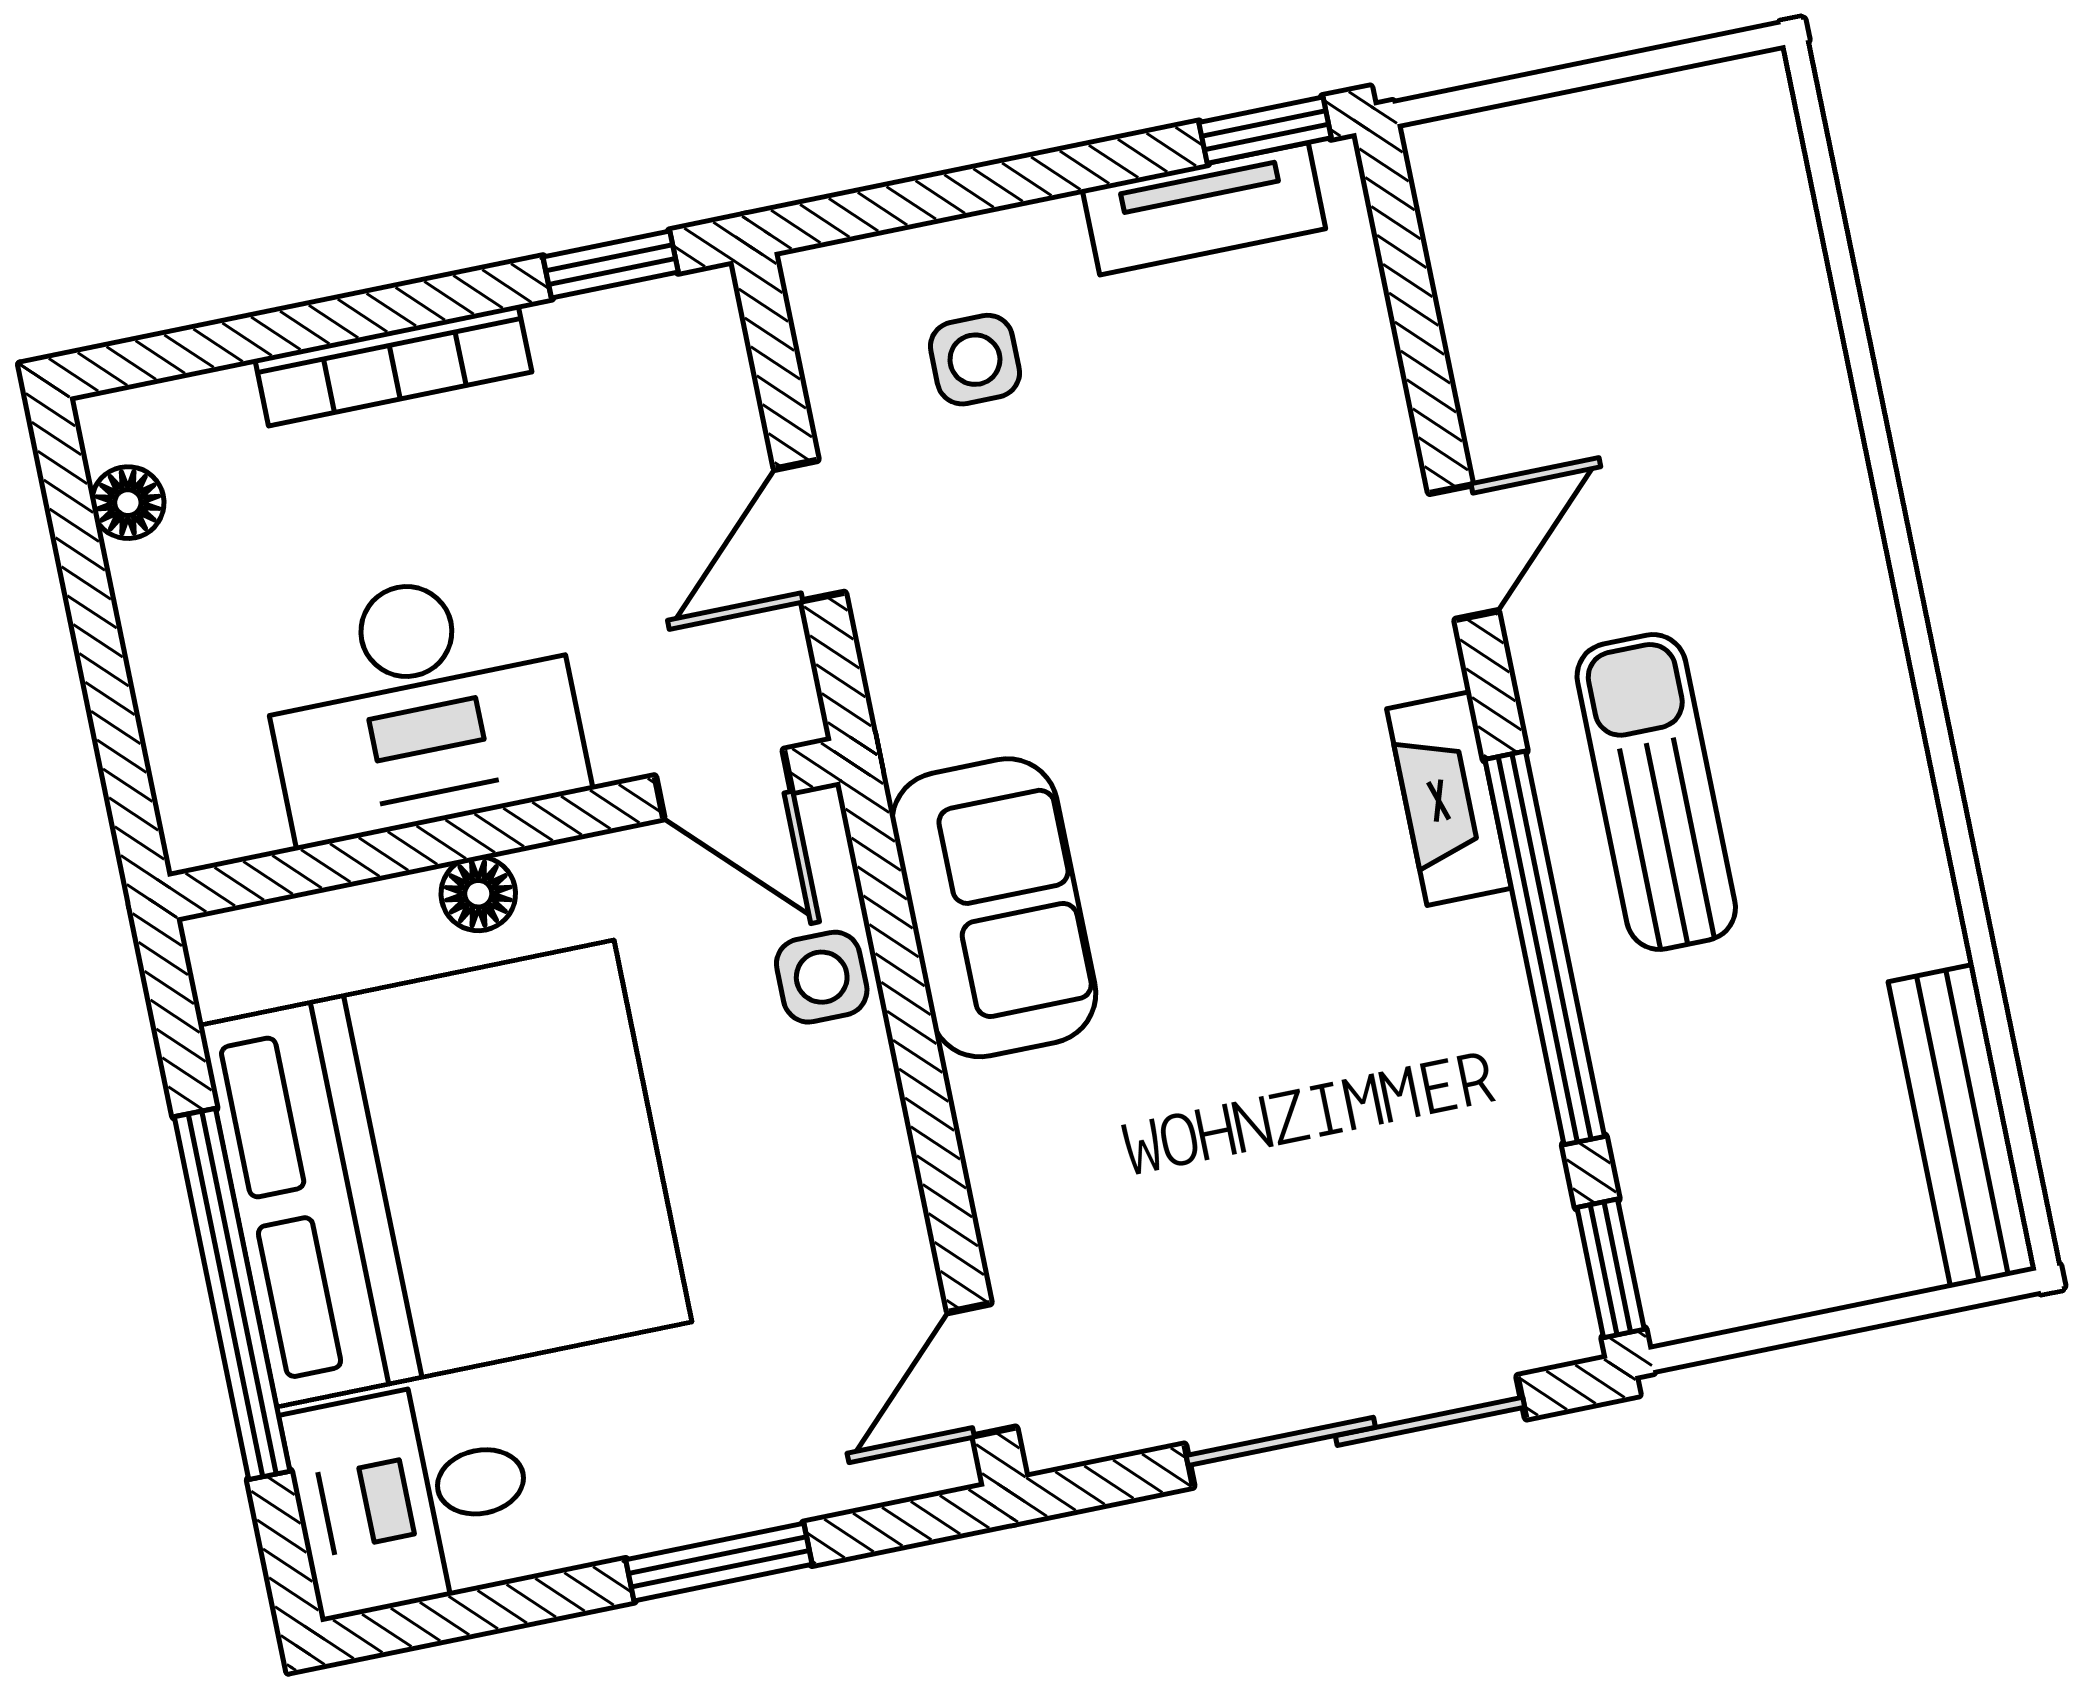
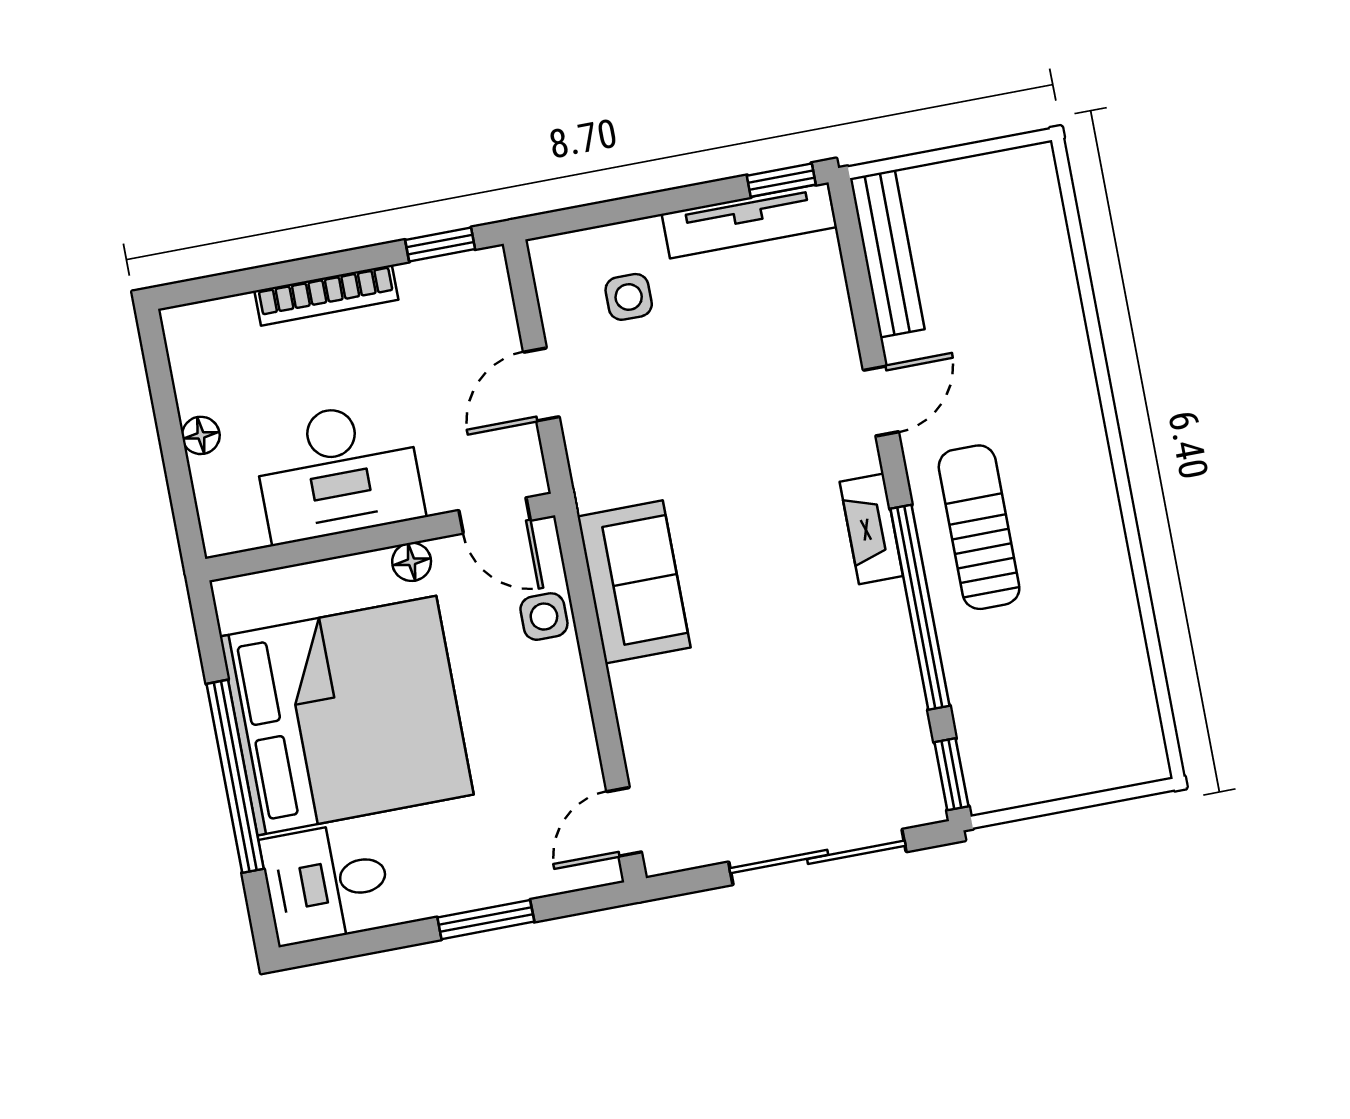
tv unit: (1204, 209) -> (749, 221), width x1.41
floor lamp: (128, 503) -> (201, 435), moved
floor lamp: (478, 894) -> (412, 562), moved
bench: (1962, 1126) -> (887, 254), moved

